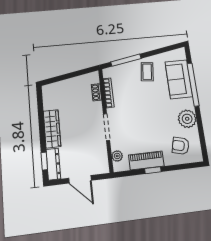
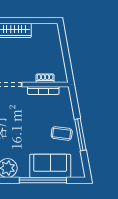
window: (126, 60) -> (80, 135), moved

